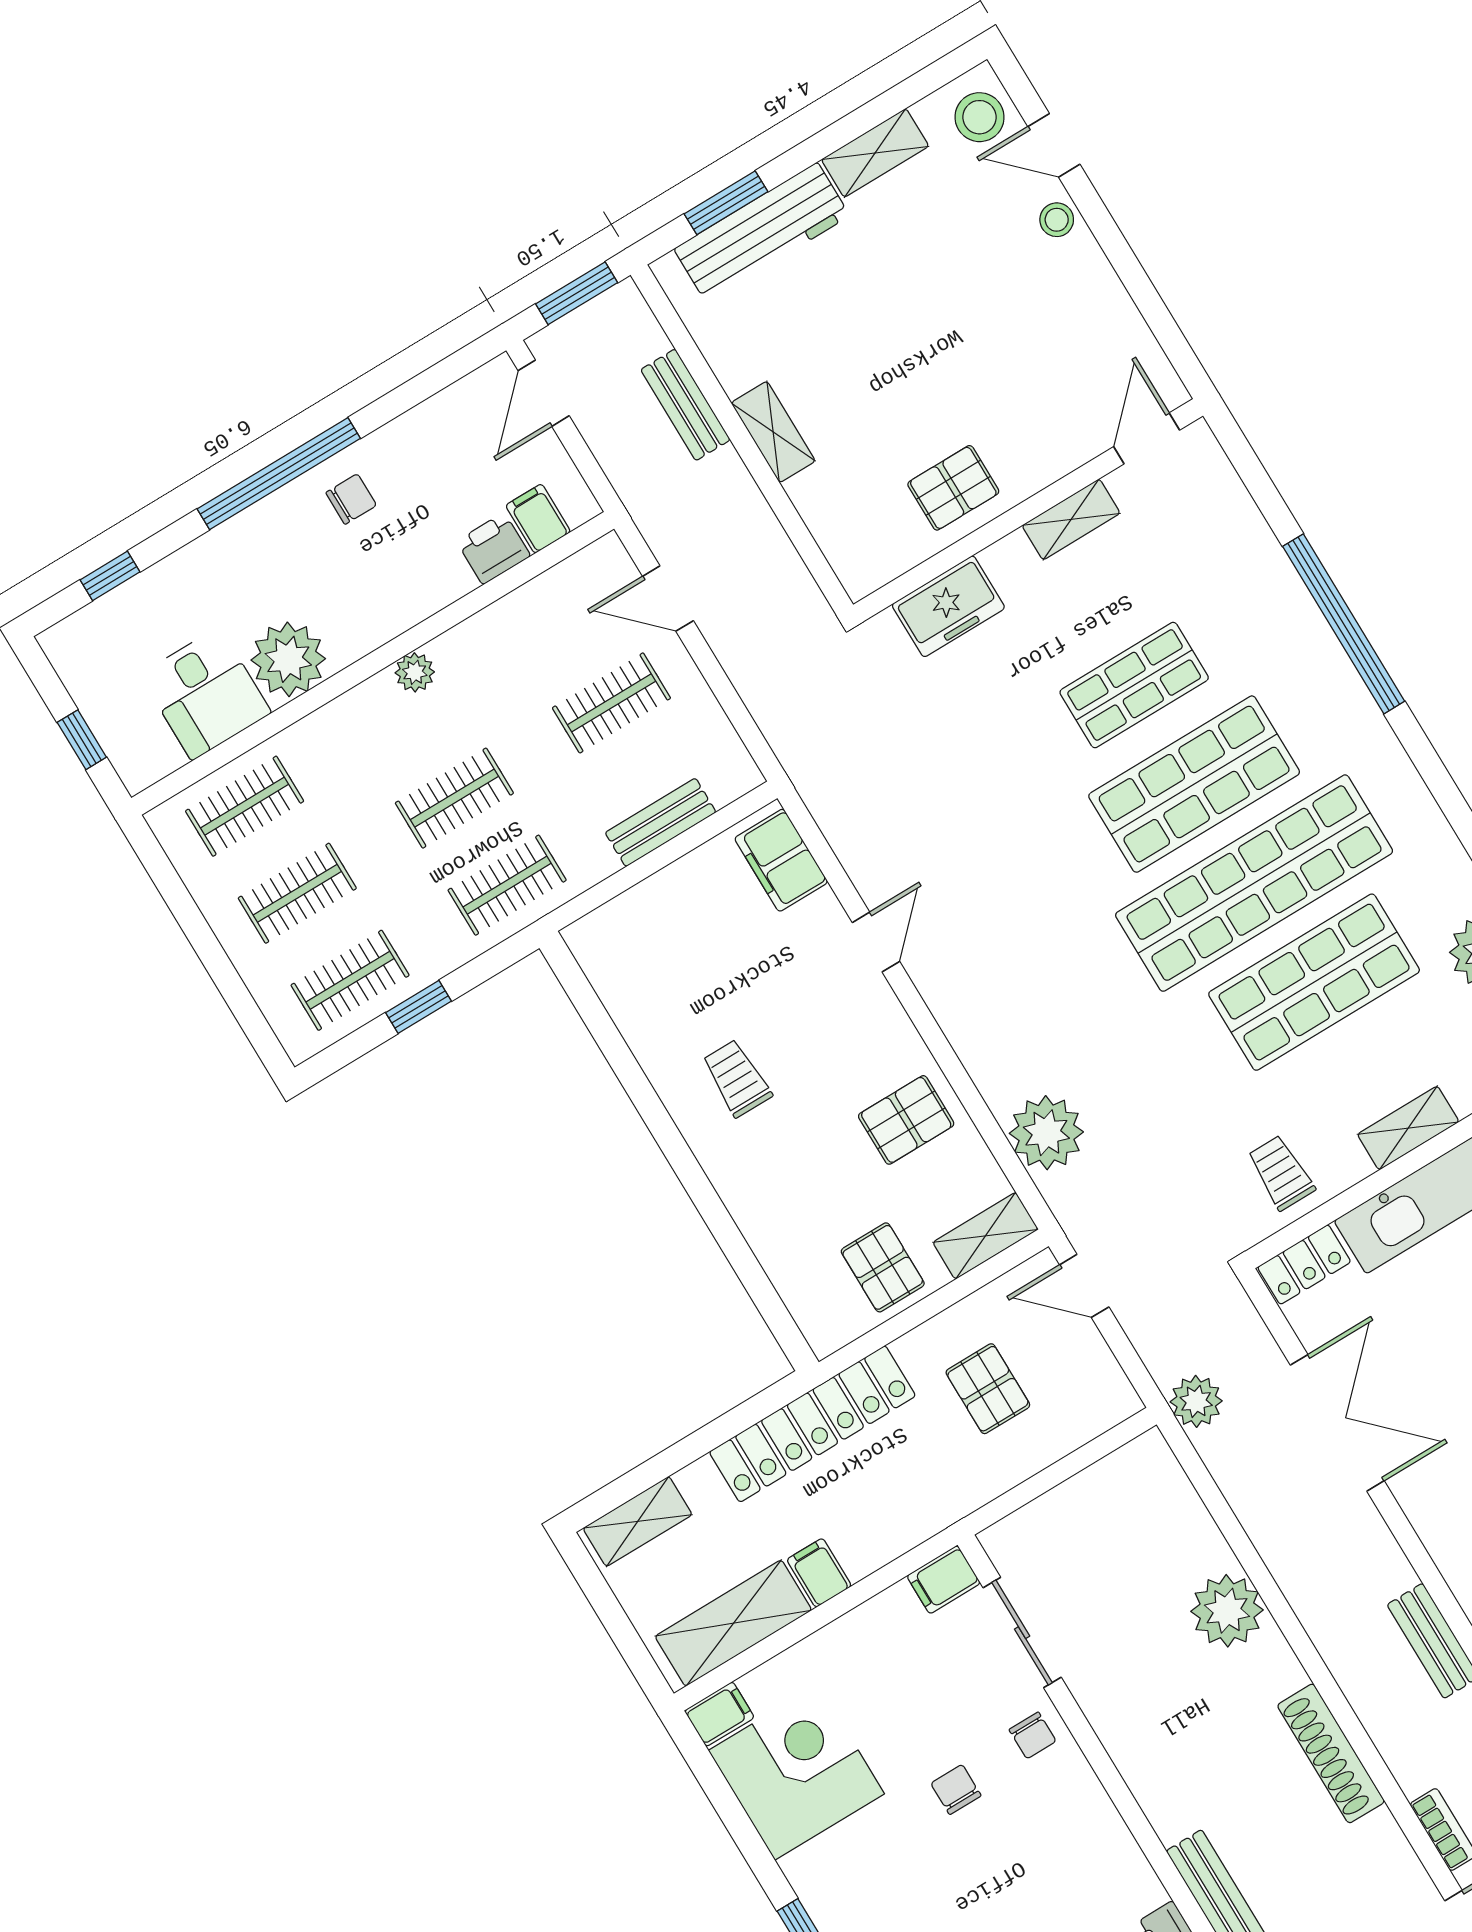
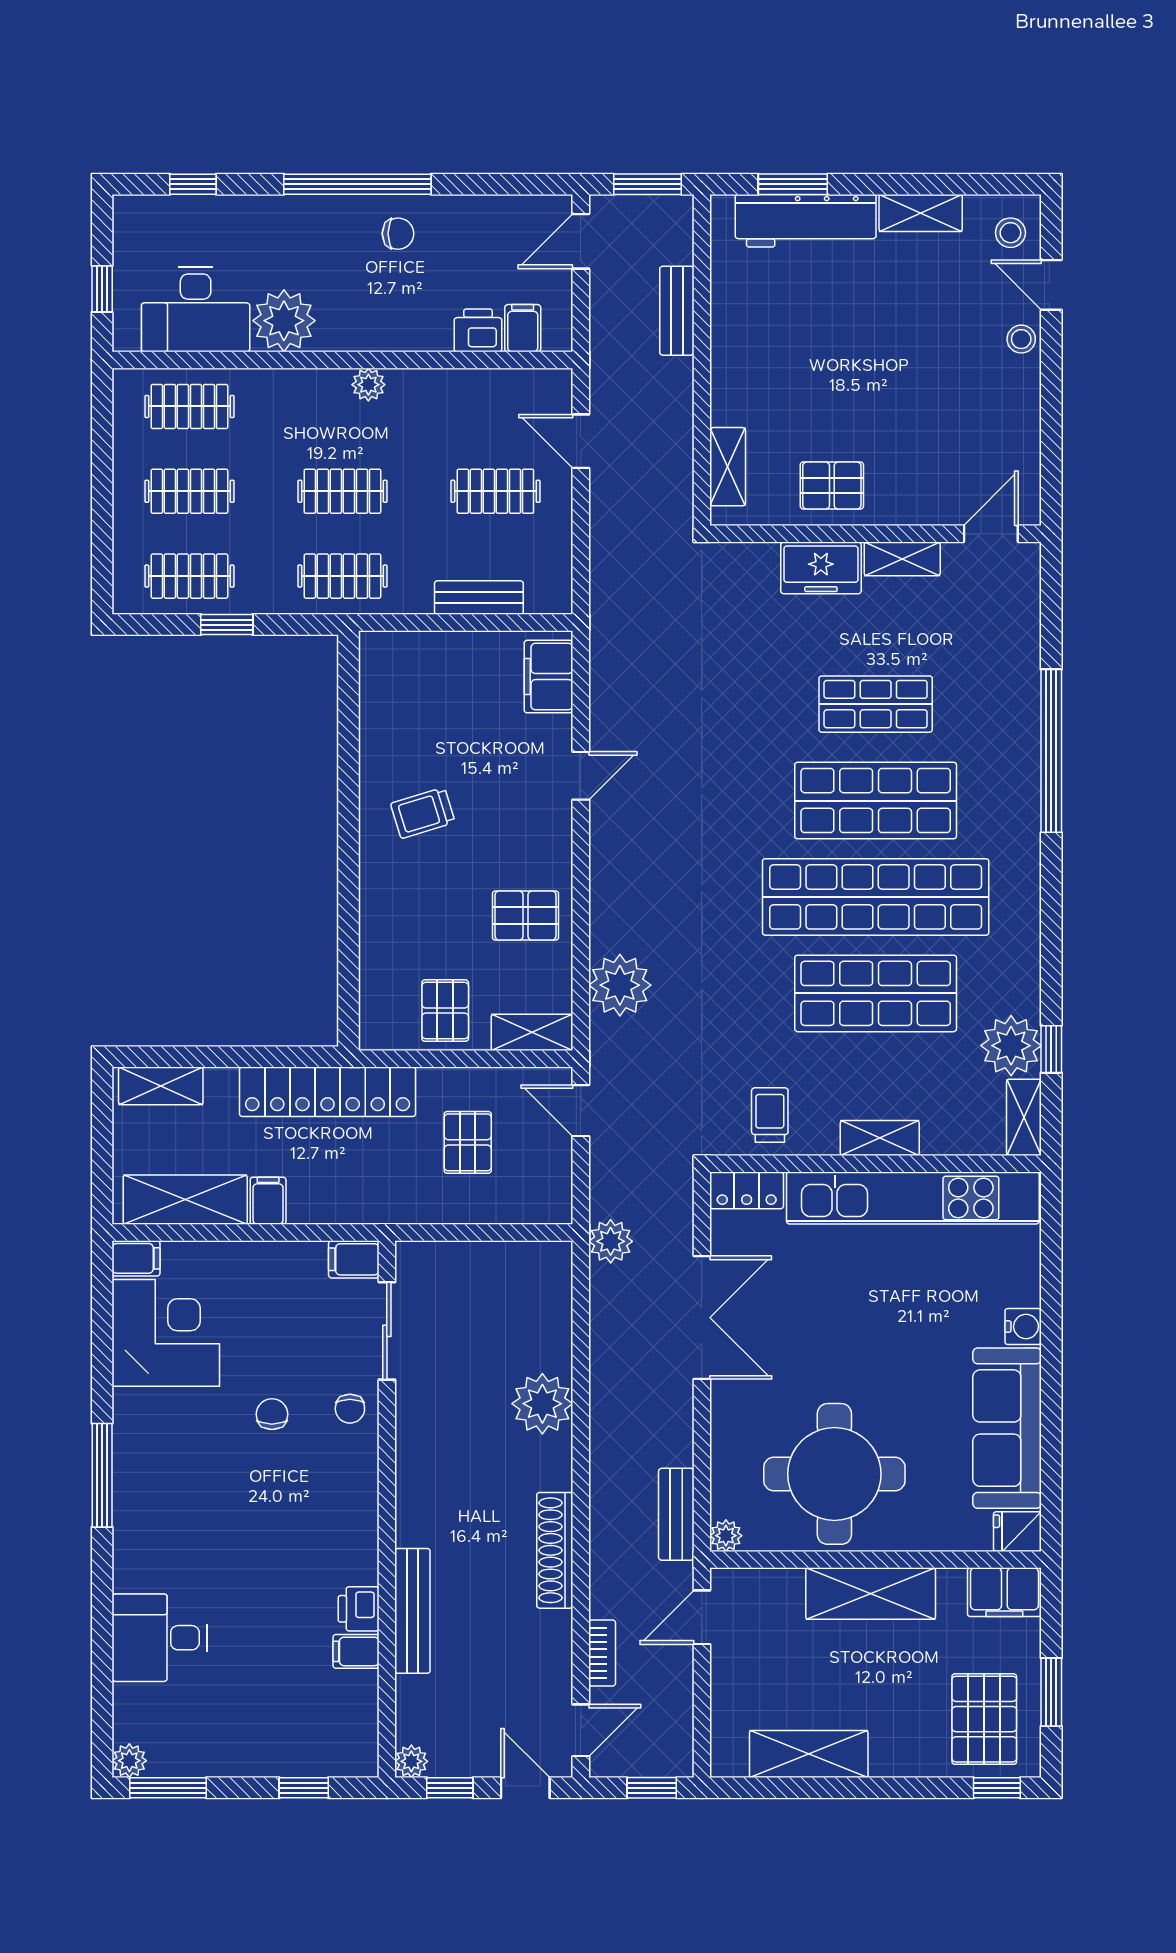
stool: (980, 117) -> (1010, 233), width x0.73, depth x0.73
shelving: (773, 432) -> (728, 467), moved
freezer: (948, 606) -> (821, 568), moved
desk: (206, 694) -> (196, 310), width x1.37
trolley: (737, 1078) -> (423, 813), turned -107

